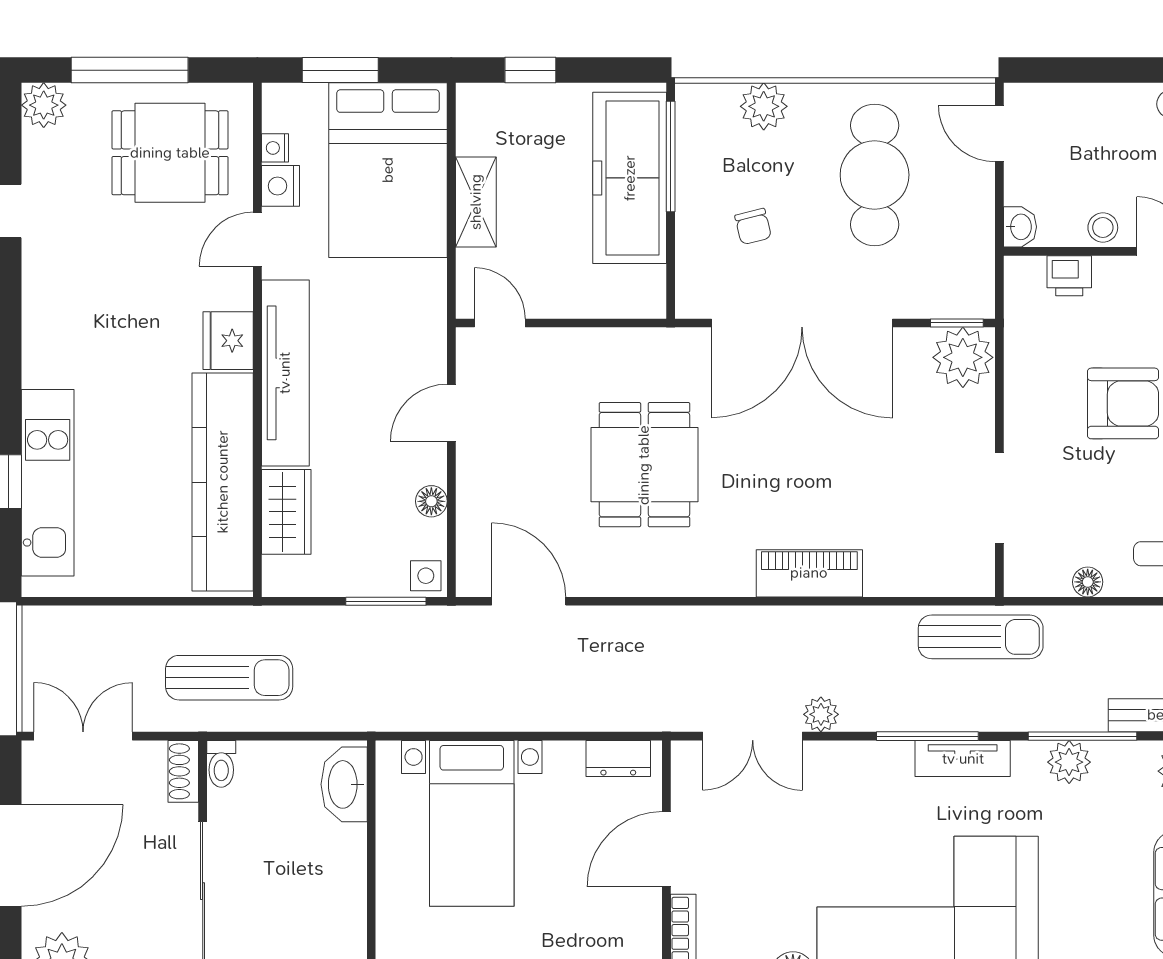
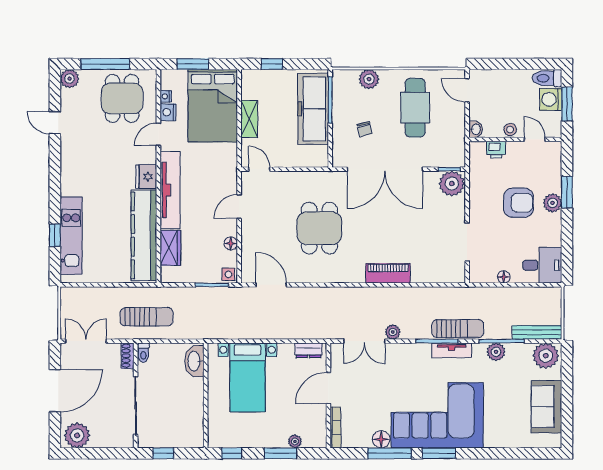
dining table: (170, 153) -> (122, 98), turned 90
sun lounger: (981, 637) -> (458, 329), moved

